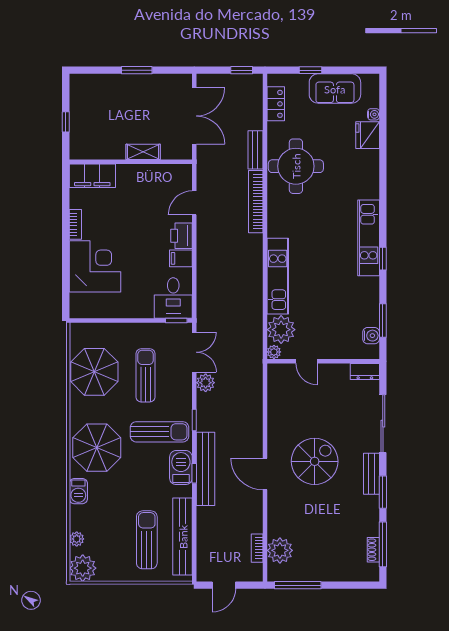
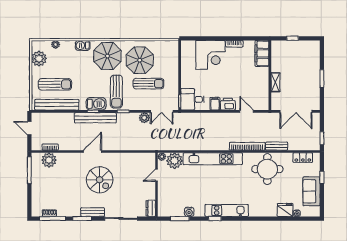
kitchen unit: (278, 276) -> (213, 159), width x1.36
water cooler: (371, 336) -> (189, 212), moved
parasol: (94, 372) -> (140, 60), moved
plant: (83, 568) -> (39, 59), moved

